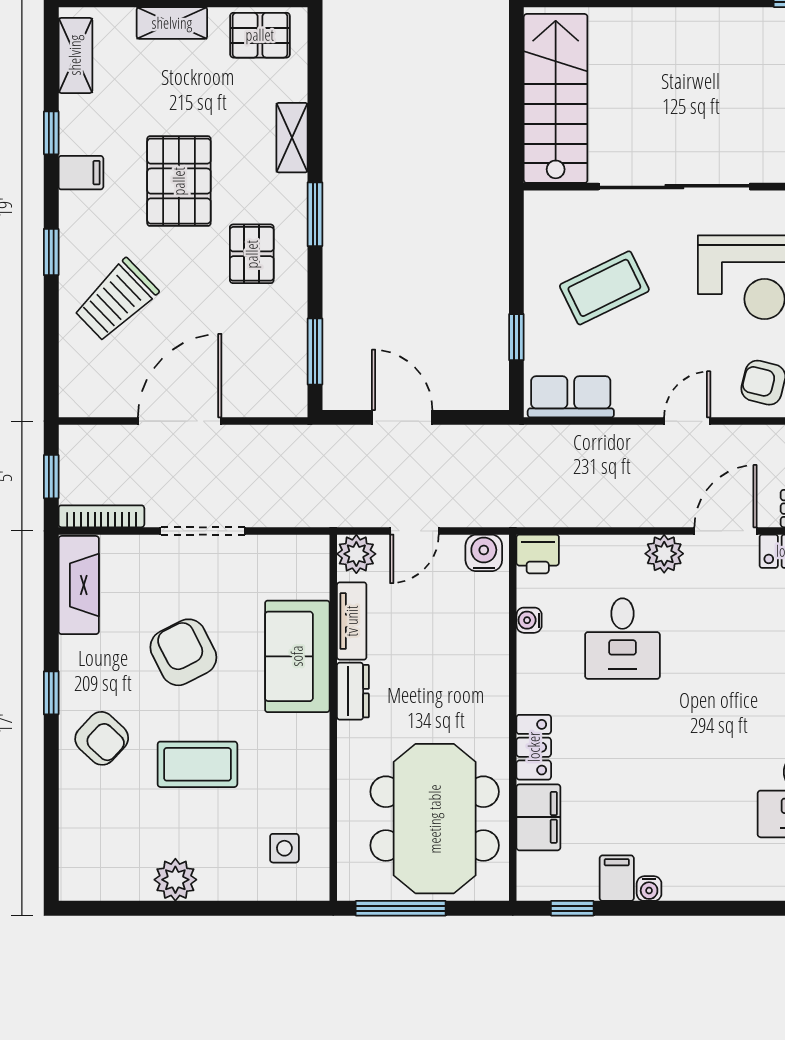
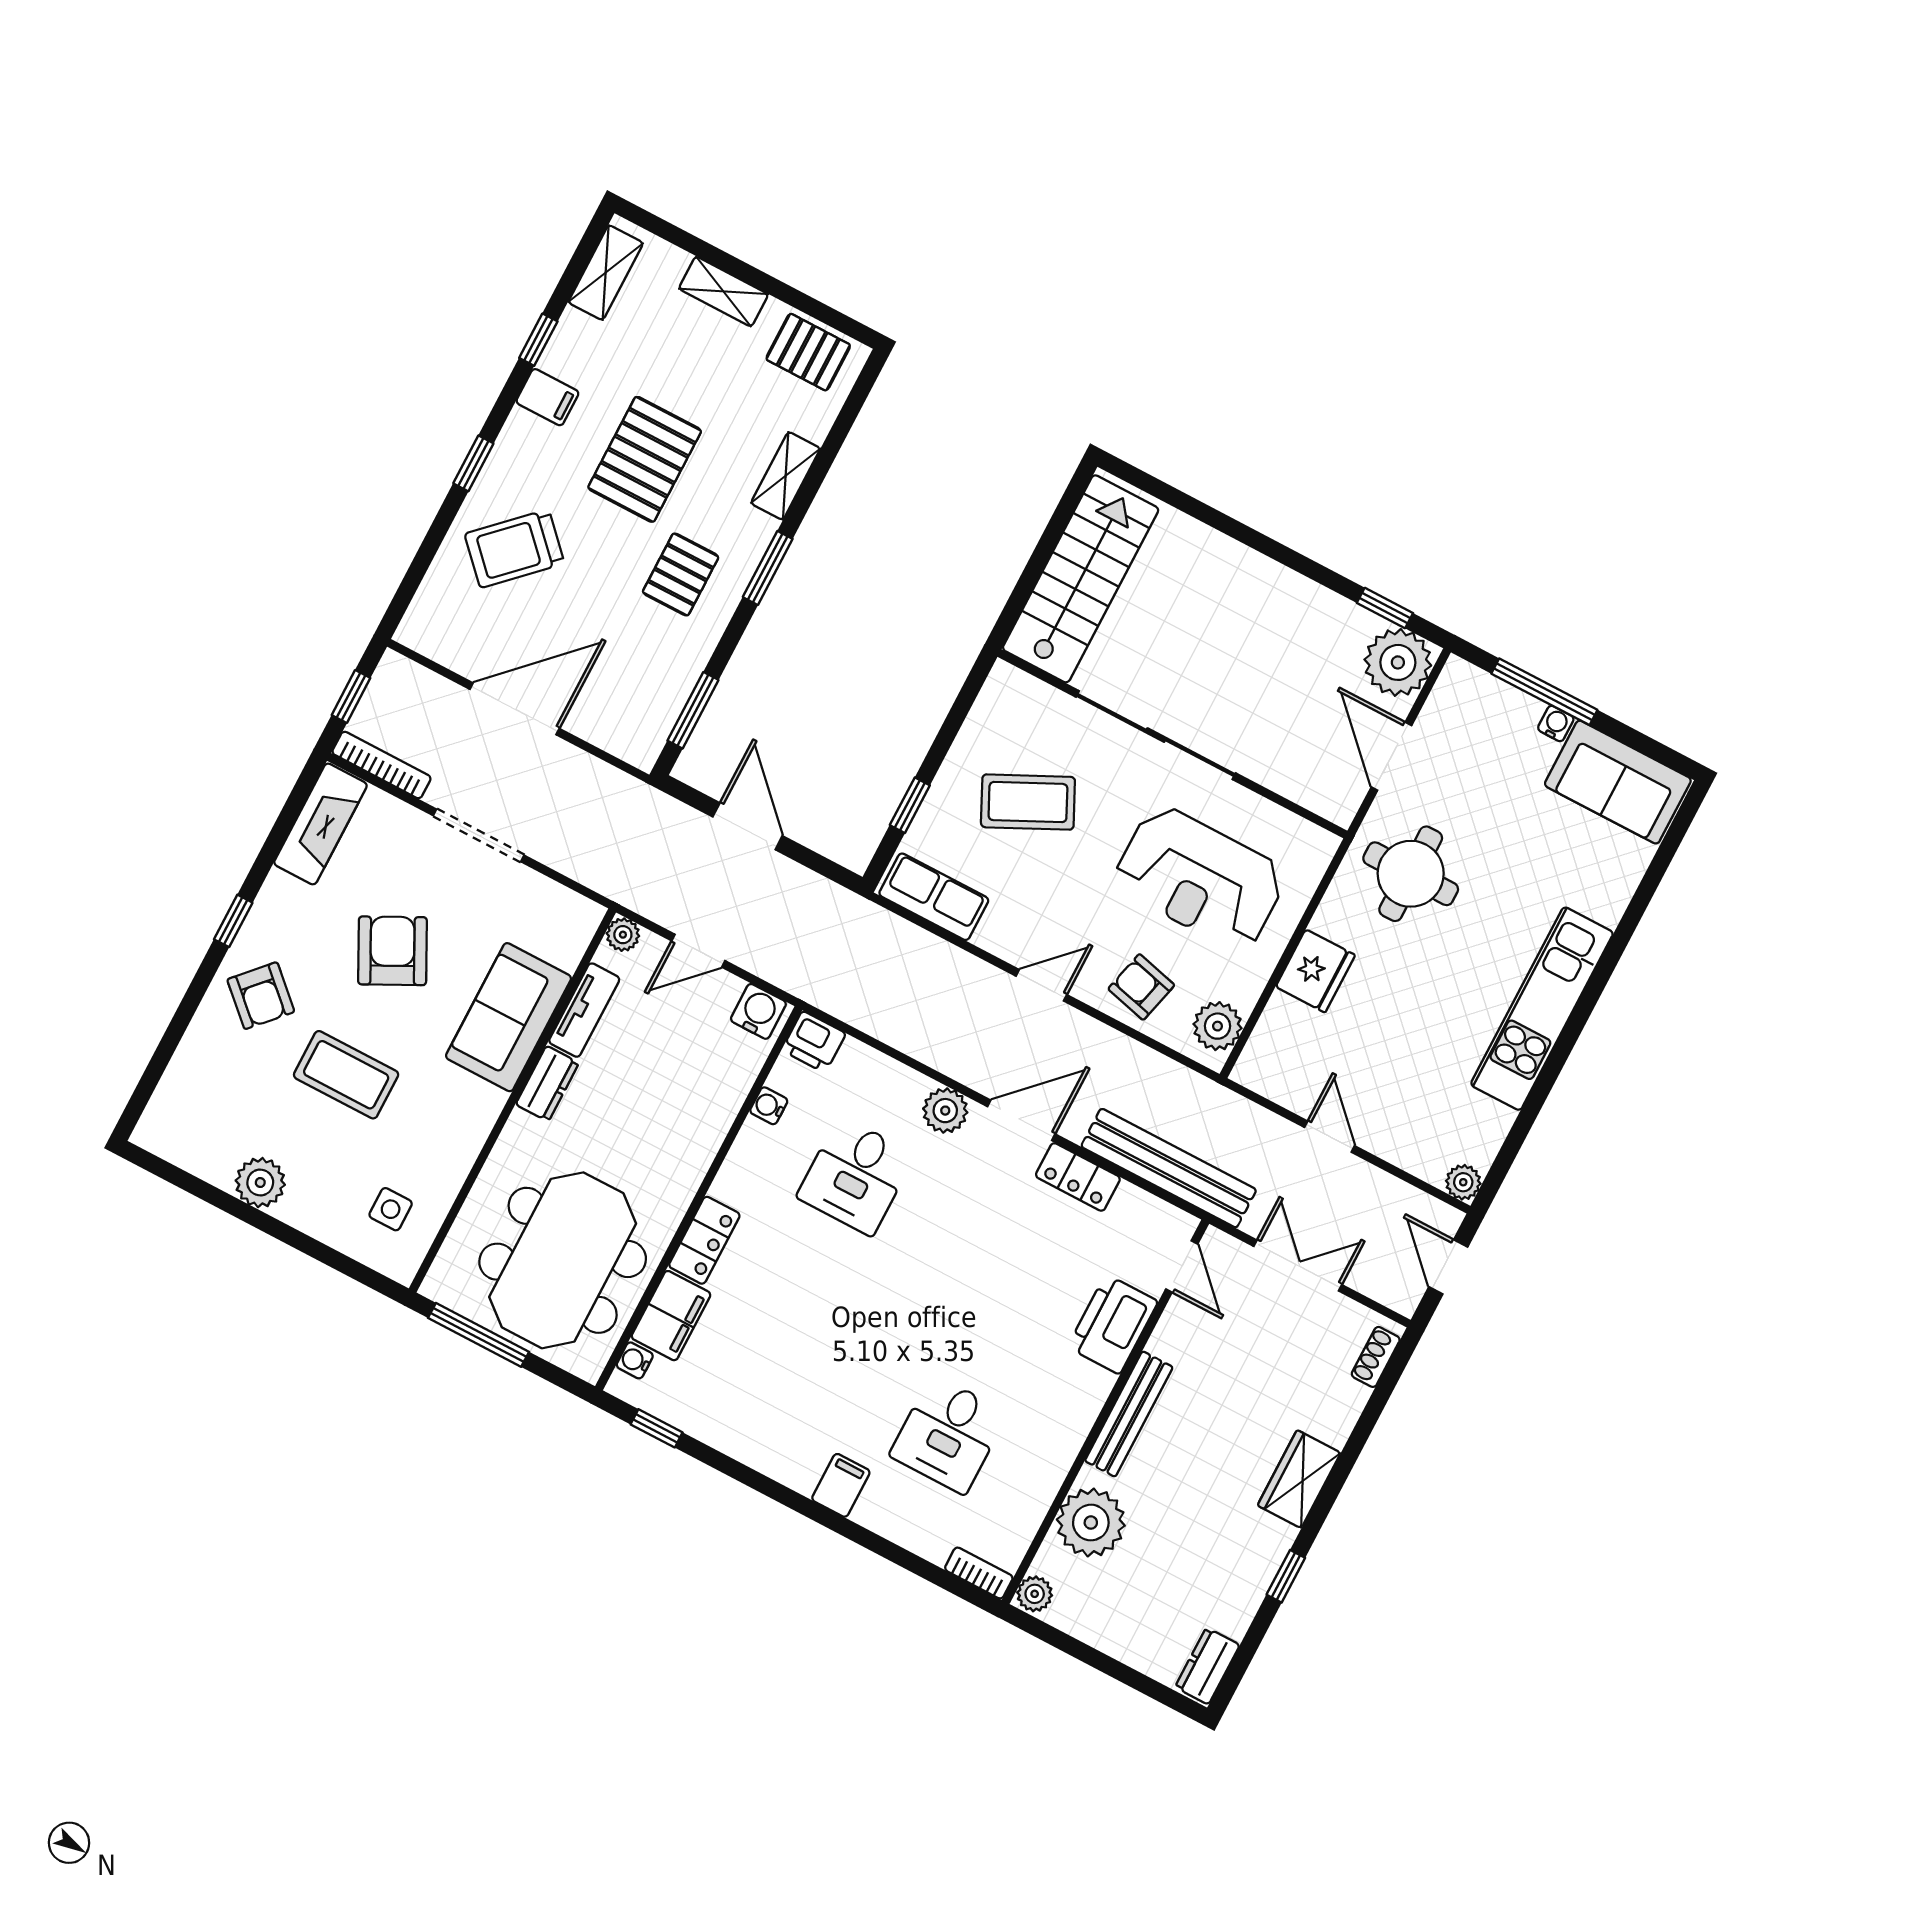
plant: (356, 554) -> (623, 935), width x0.73, depth x0.73
filing cabinet: (617, 878) -> (841, 1485), moved
water cooler: (649, 889) -> (635, 1360), moved, turned 90

